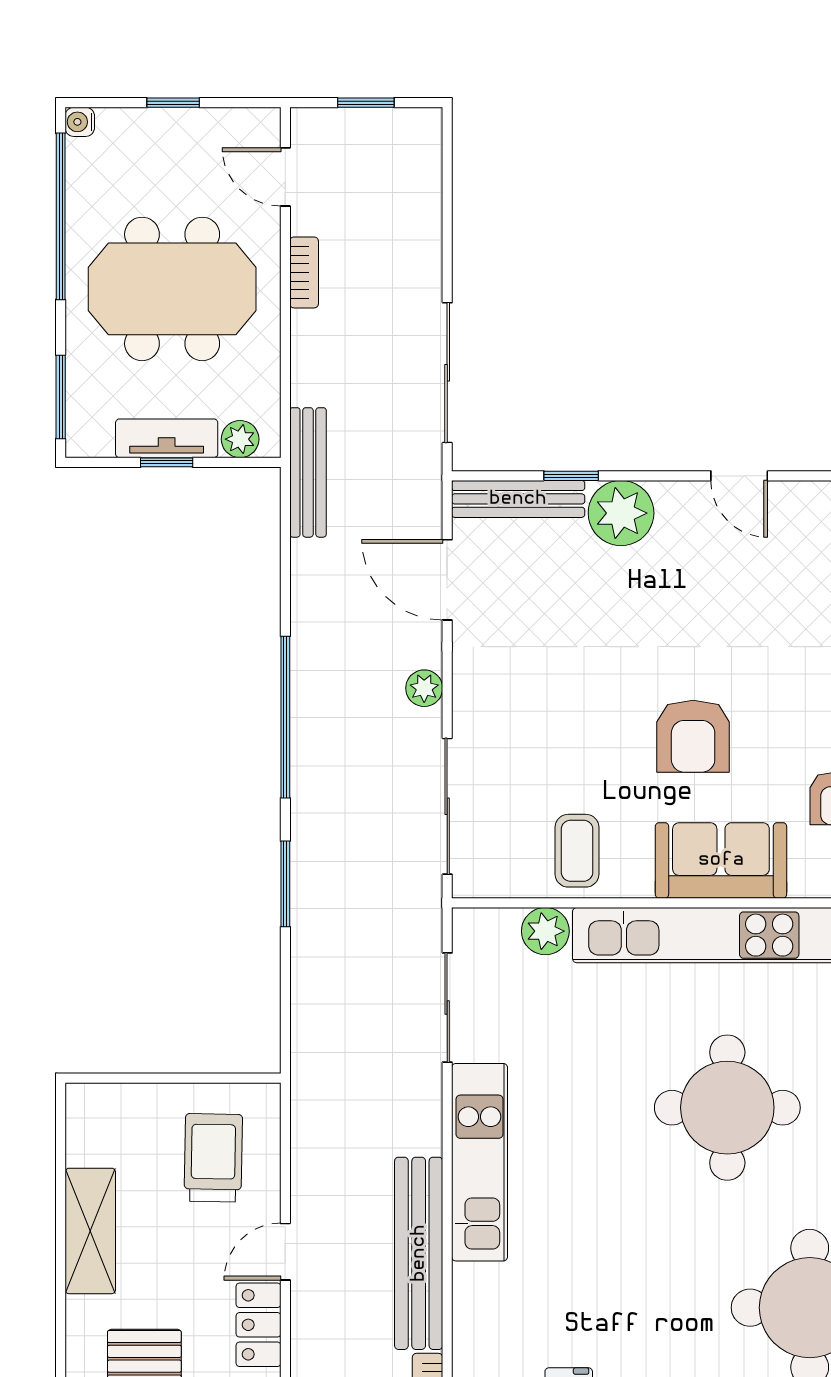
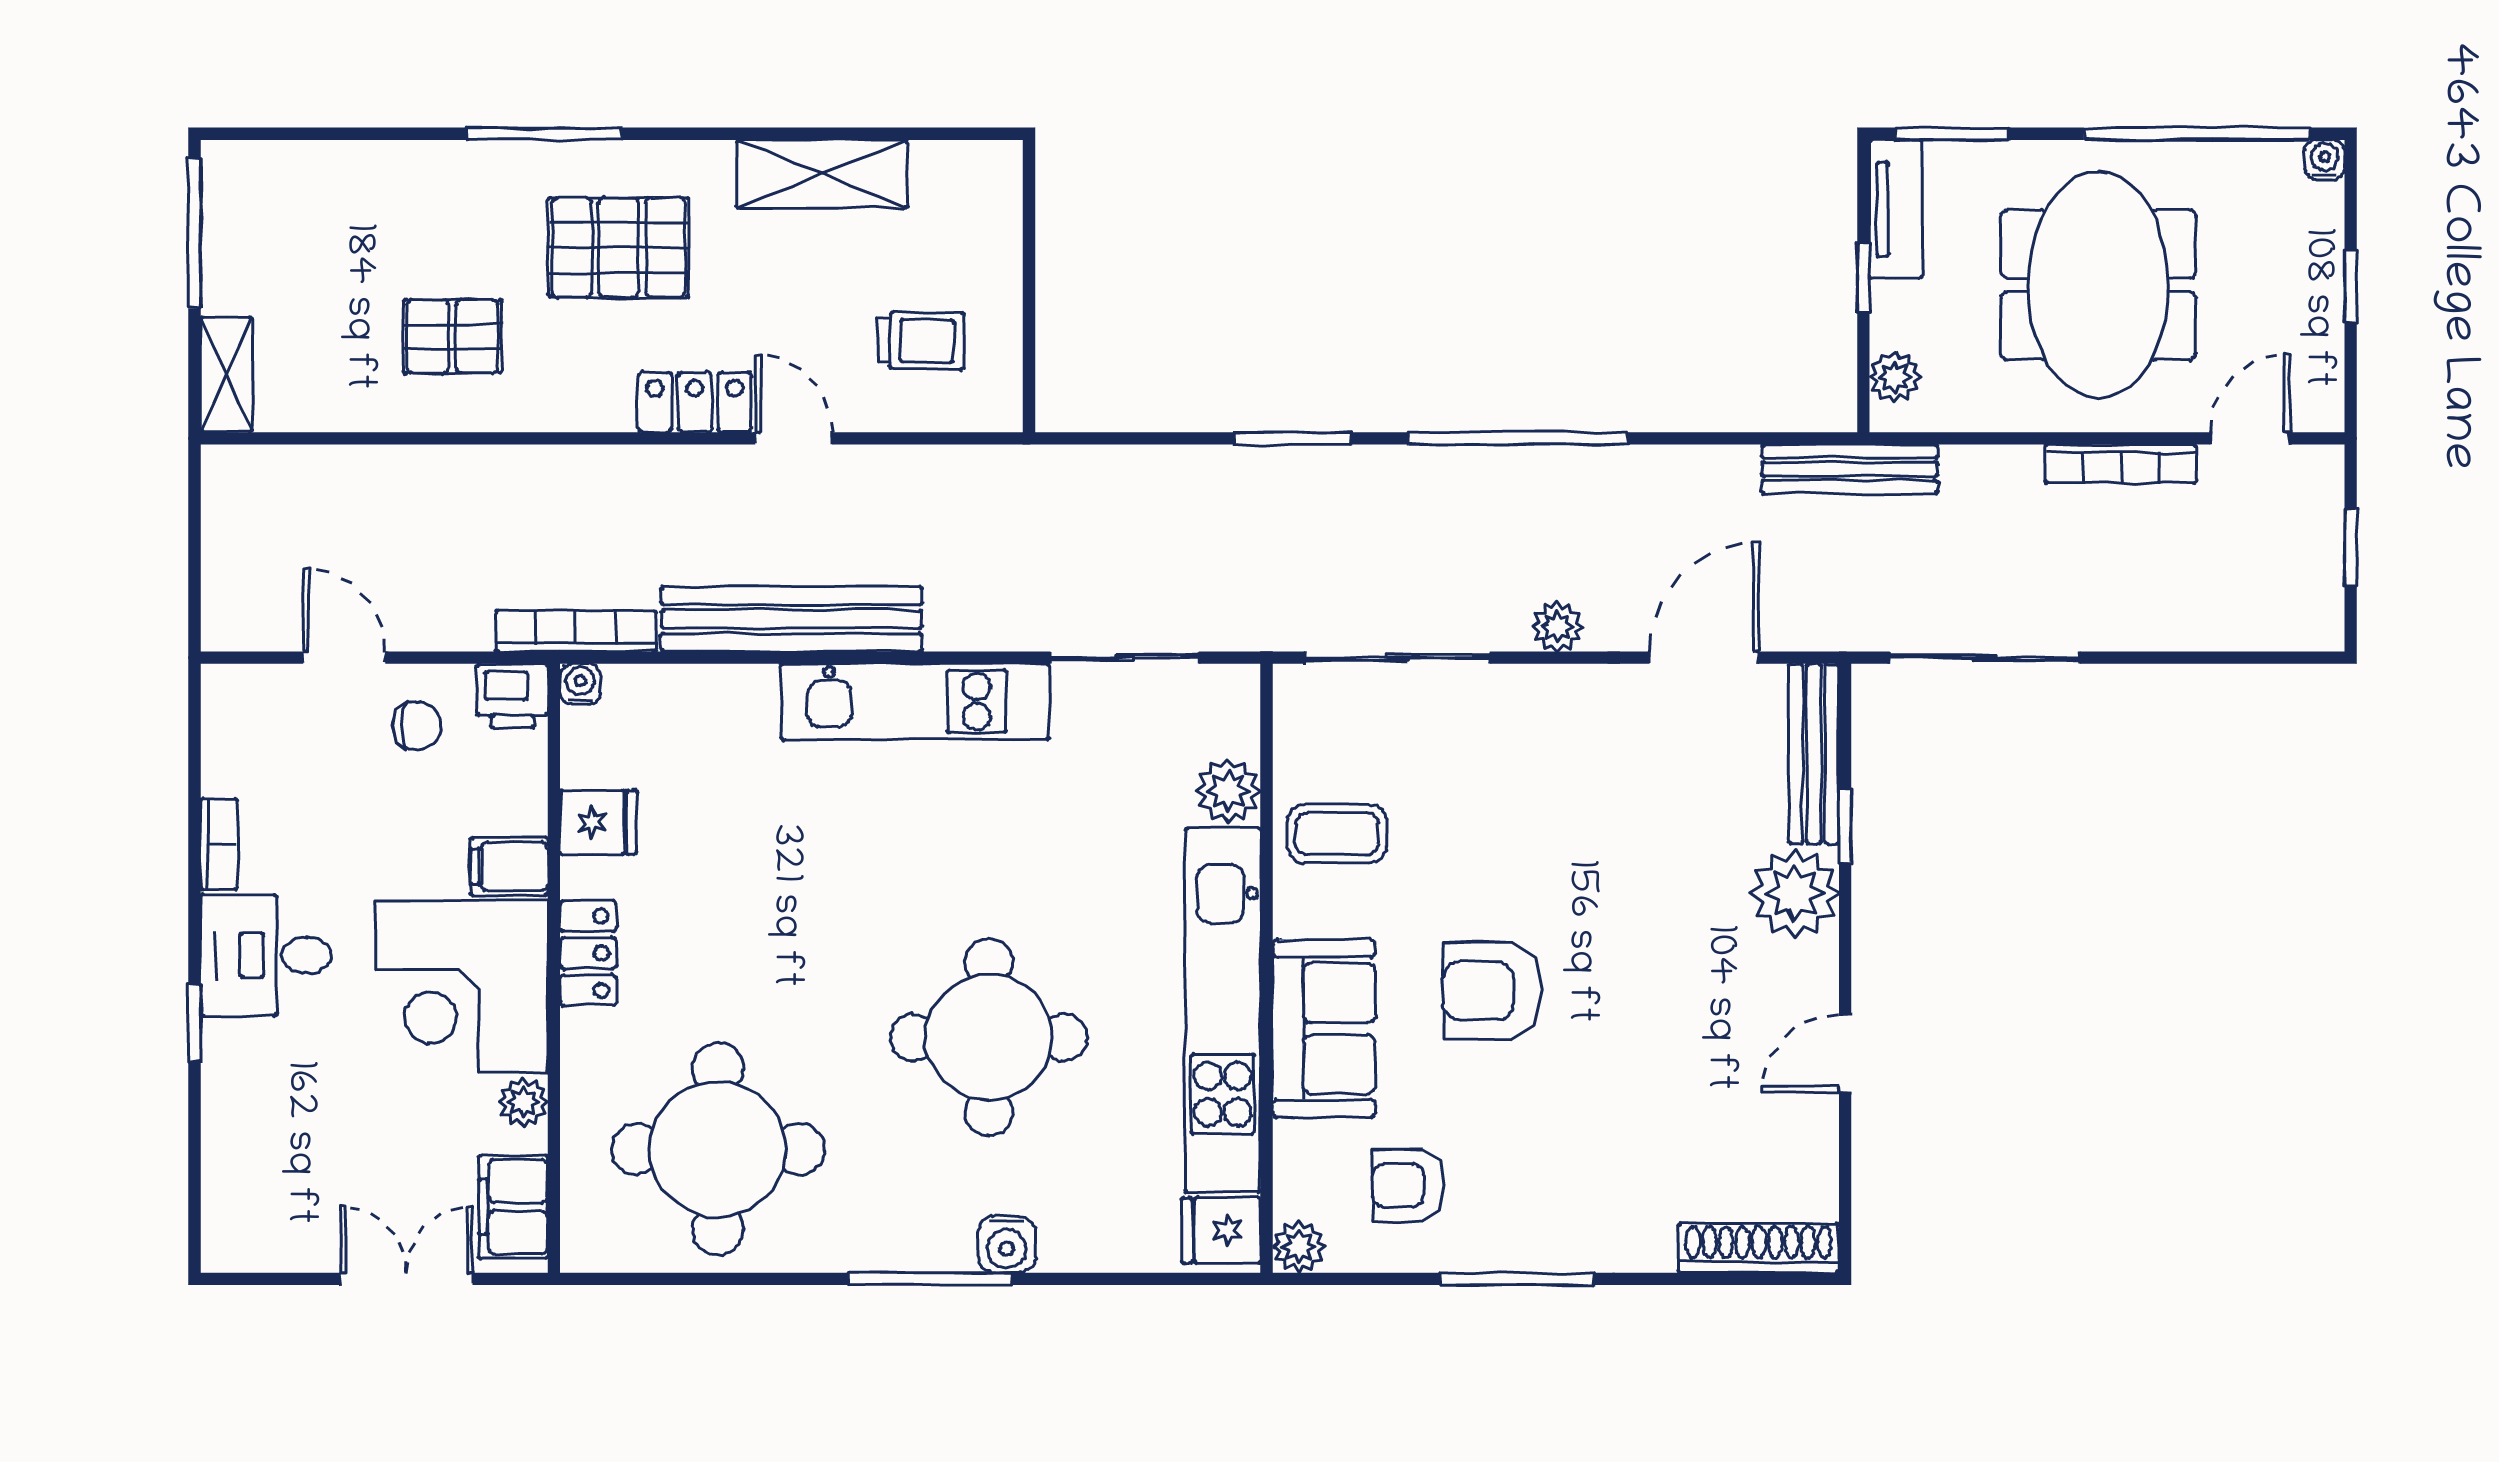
bookcase: (304, 272) -> (2121, 464), width x1.56
tv unit: (167, 438) -> (1896, 209), moved
trolley: (213, 1158) -> (921, 341), width x0.73, depth x0.72

